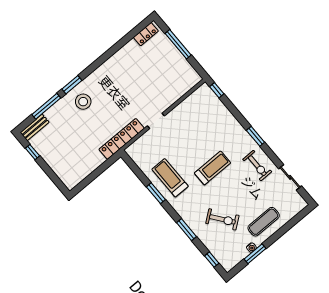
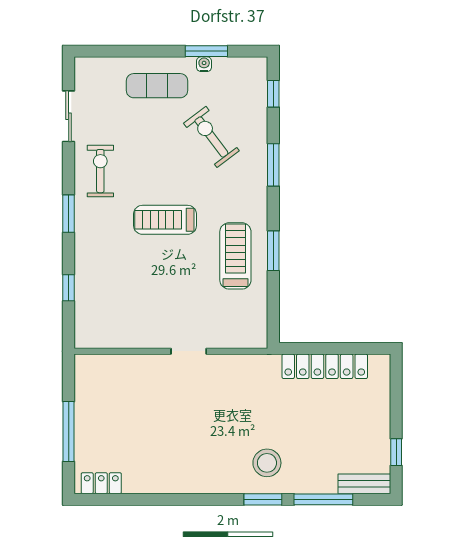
window: (217, 90) -> (69, 288), moved
locker: (122, 139) -> (325, 366), moved
treadmill: (170, 178) -> (235, 256), turned 180

